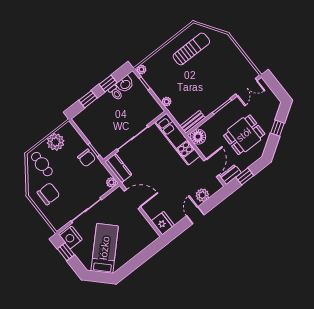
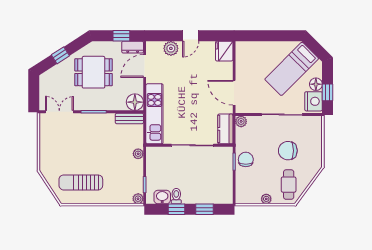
plant: (56, 142) -> (266, 199), width x0.53, depth x0.53
chair: (48, 194) -> (288, 151), moved
floor lamp: (79, 251) -> (316, 84), added

